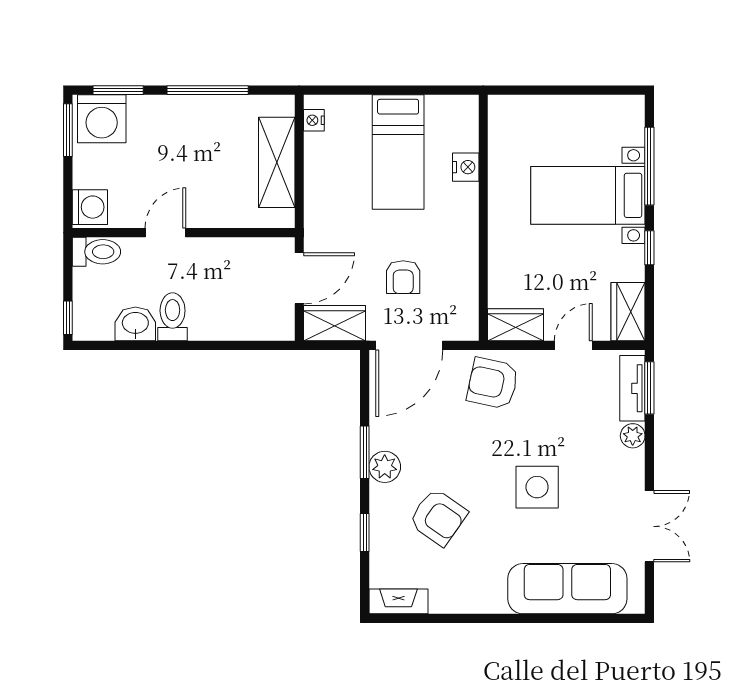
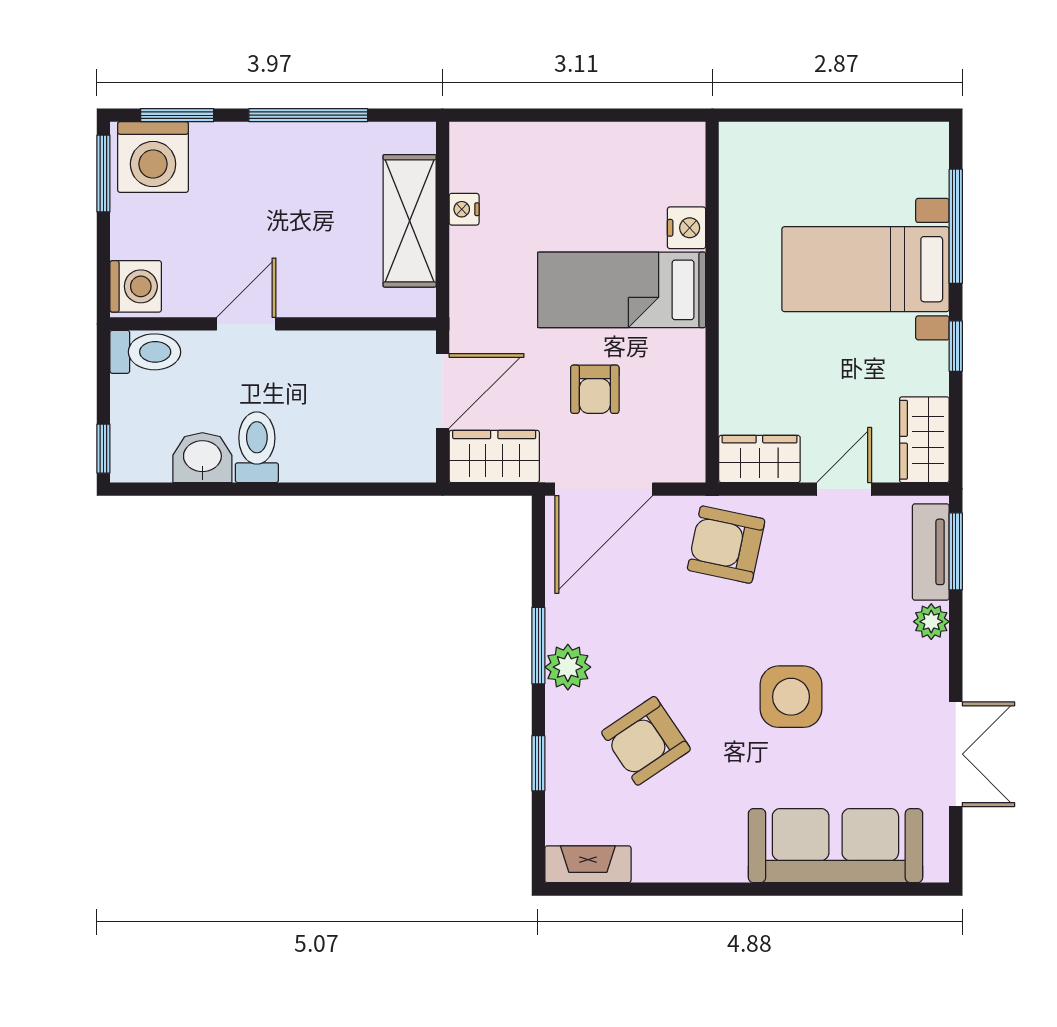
nightstand: (314, 120) -> (464, 209), moved
bed: (398, 152) -> (622, 290), moved, turned 90
armchair: (438, 517) -> (646, 741), turned 111

